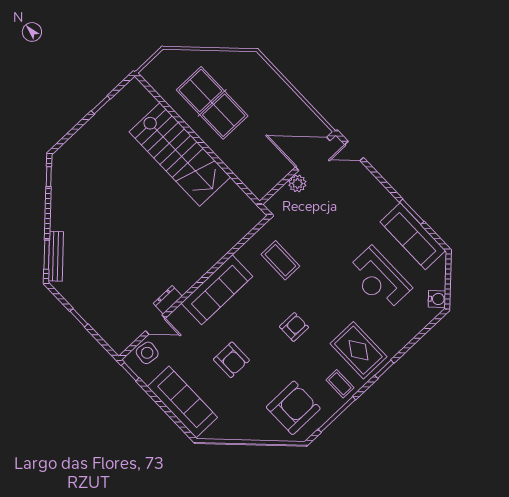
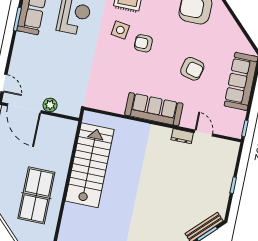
stairs: (180, 154) -> (90, 165), moved
coffee table: (280, 260) -> (107, 82), removed
side table: (147, 353) -> (120, 30), moved
armchair: (231, 360) -> (192, 69), turned 104

